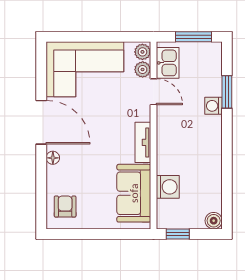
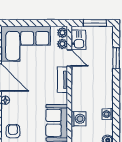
washing machine: (213, 106) -> (108, 114), moved
tv unit: (143, 142) -> (63, 80), moved

